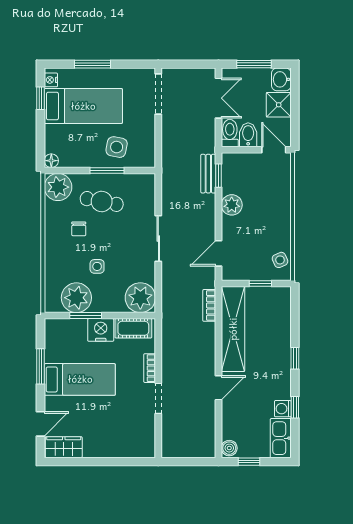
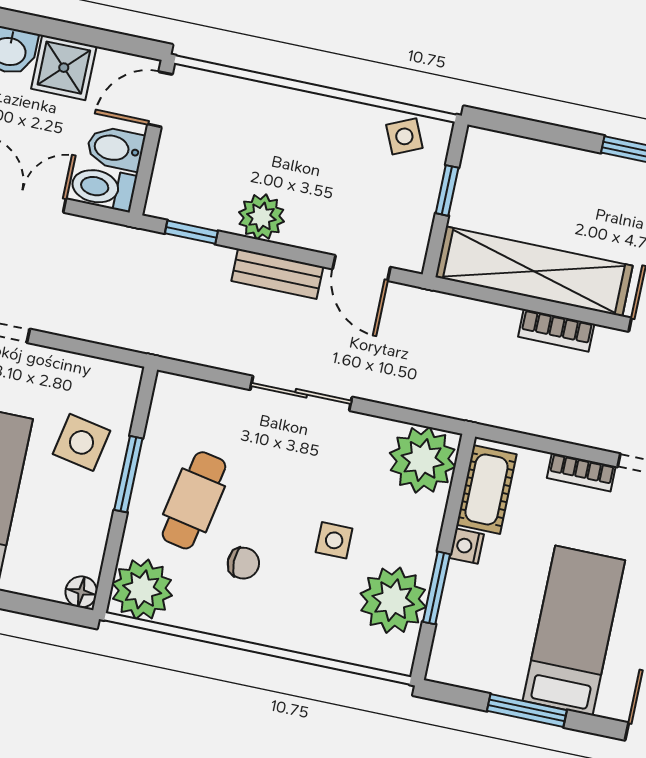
bench: (208, 174) -> (277, 274), moved
bookcase: (209, 305) -> (556, 330), moved
nightstand: (101, 330) -> (467, 546), width x0.53, depth x0.56

